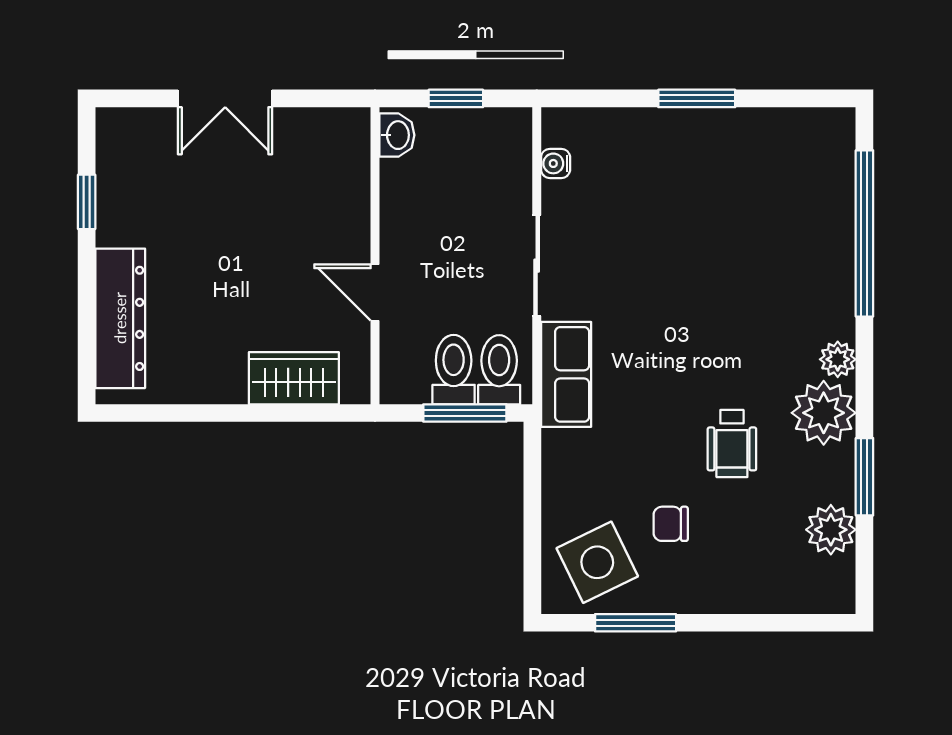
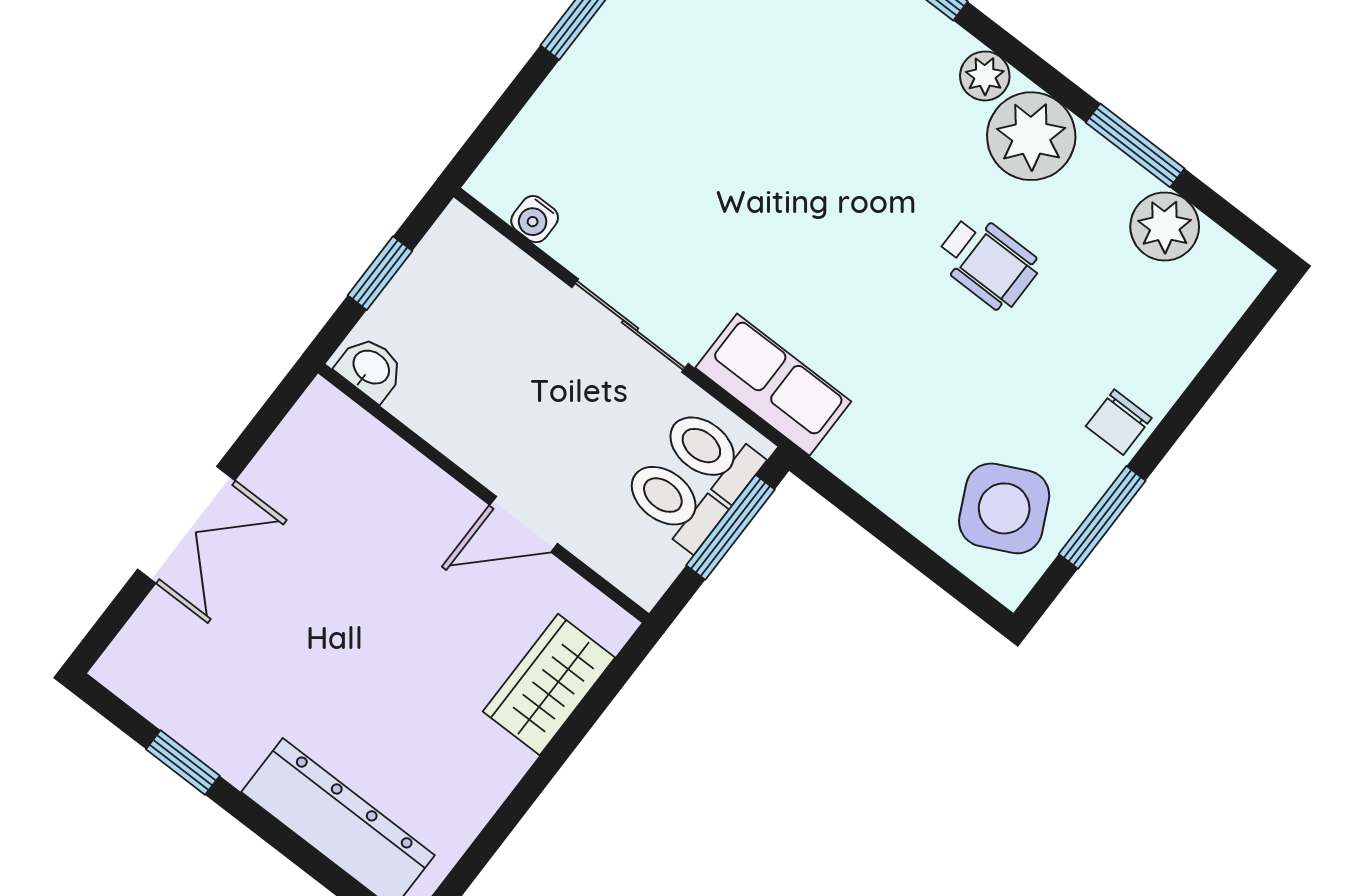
chair: (671, 524) -> (1119, 422), moved

